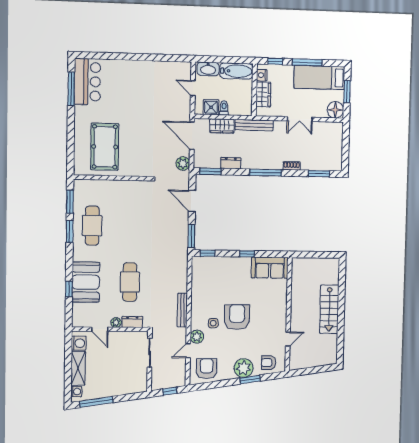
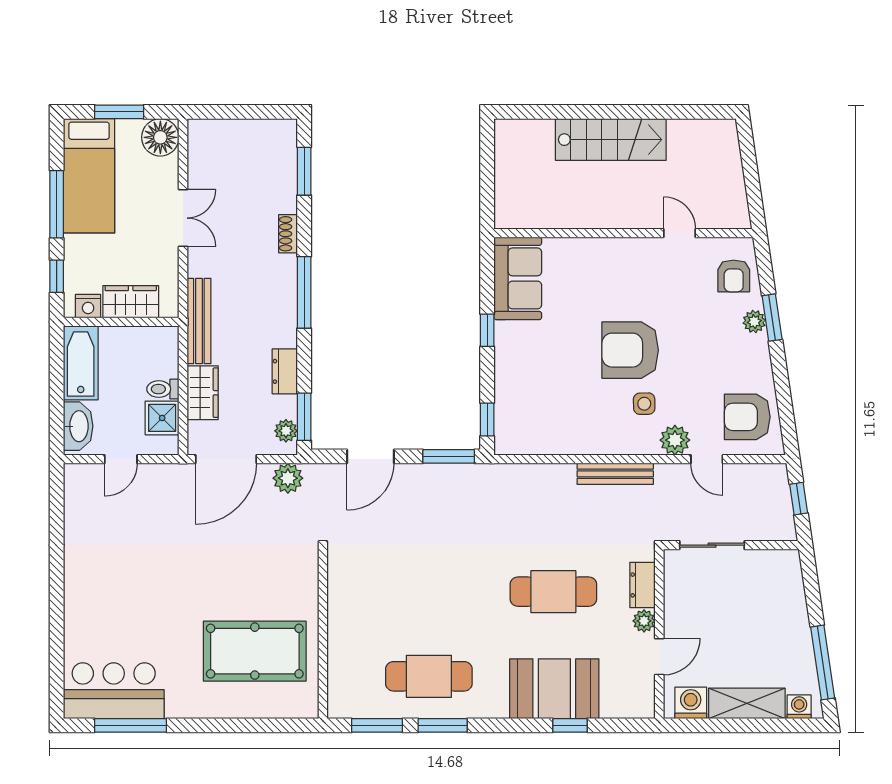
plant: (204, 163) -> (286, 431), added
plant: (244, 368) -> (754, 322), width x0.53, depth x0.53

